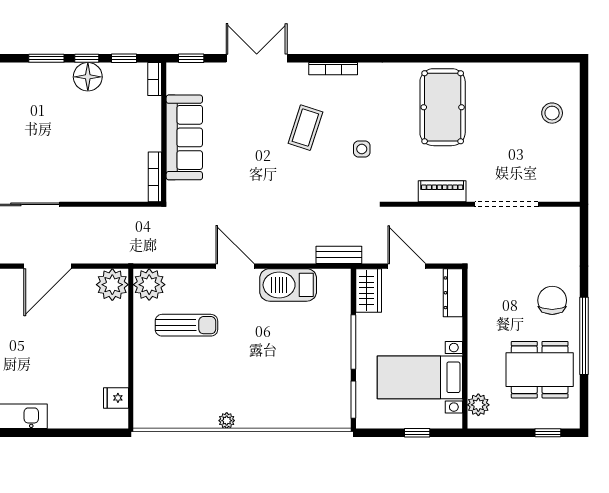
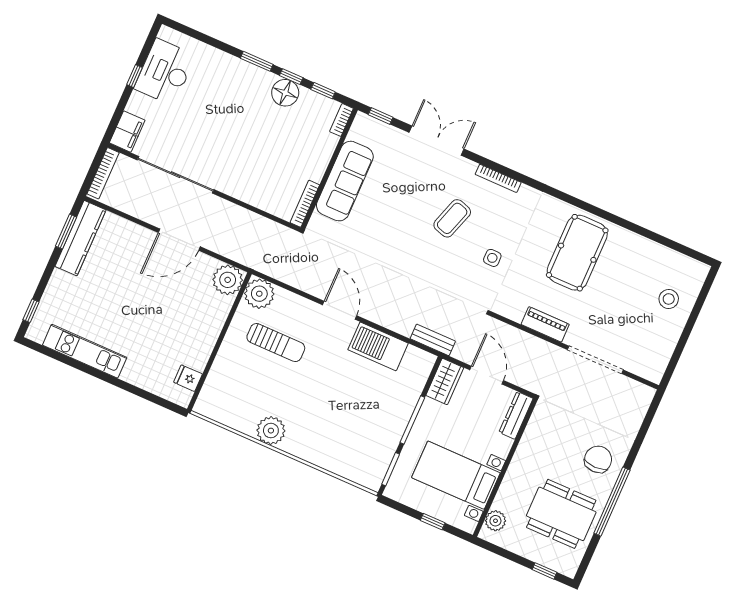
plant: (227, 421) -> (271, 431), width x1.87, depth x1.87

